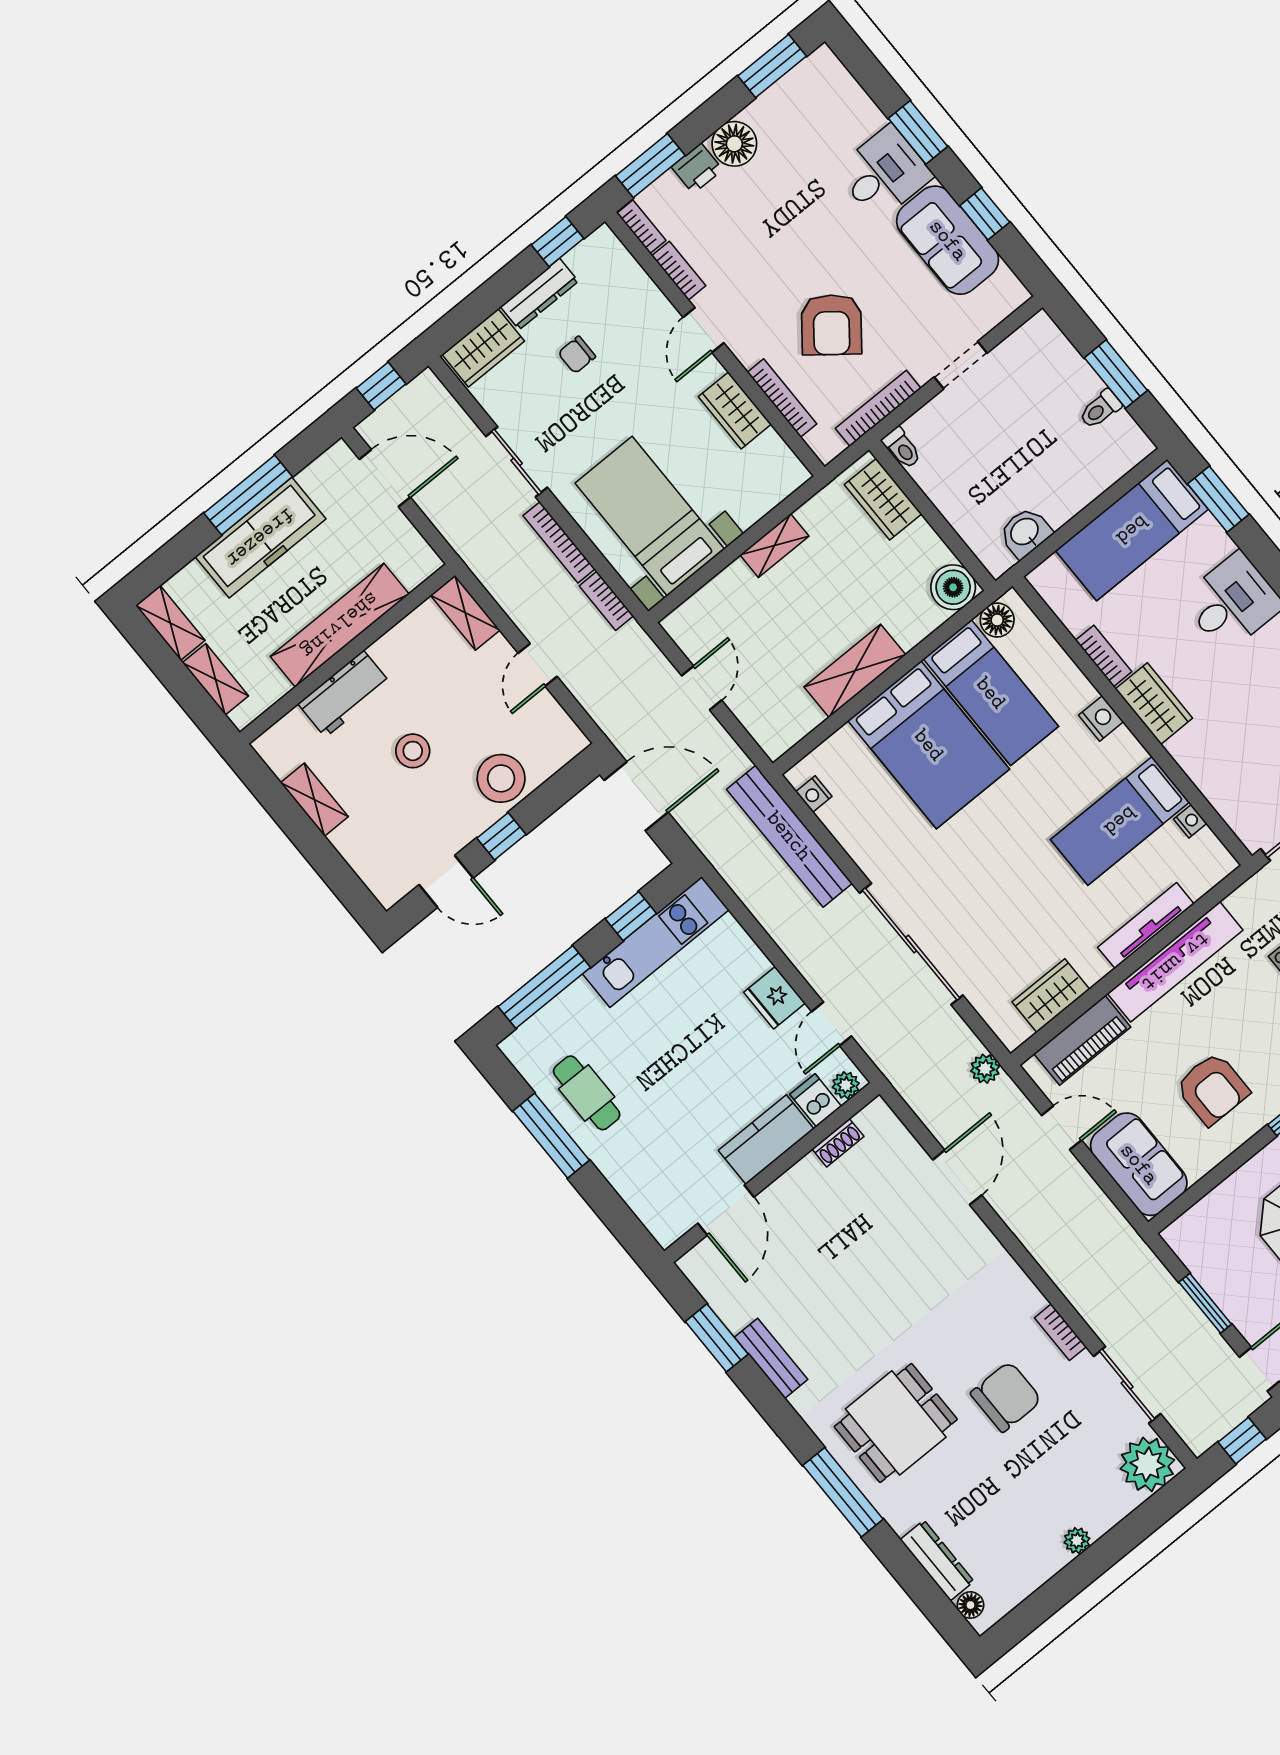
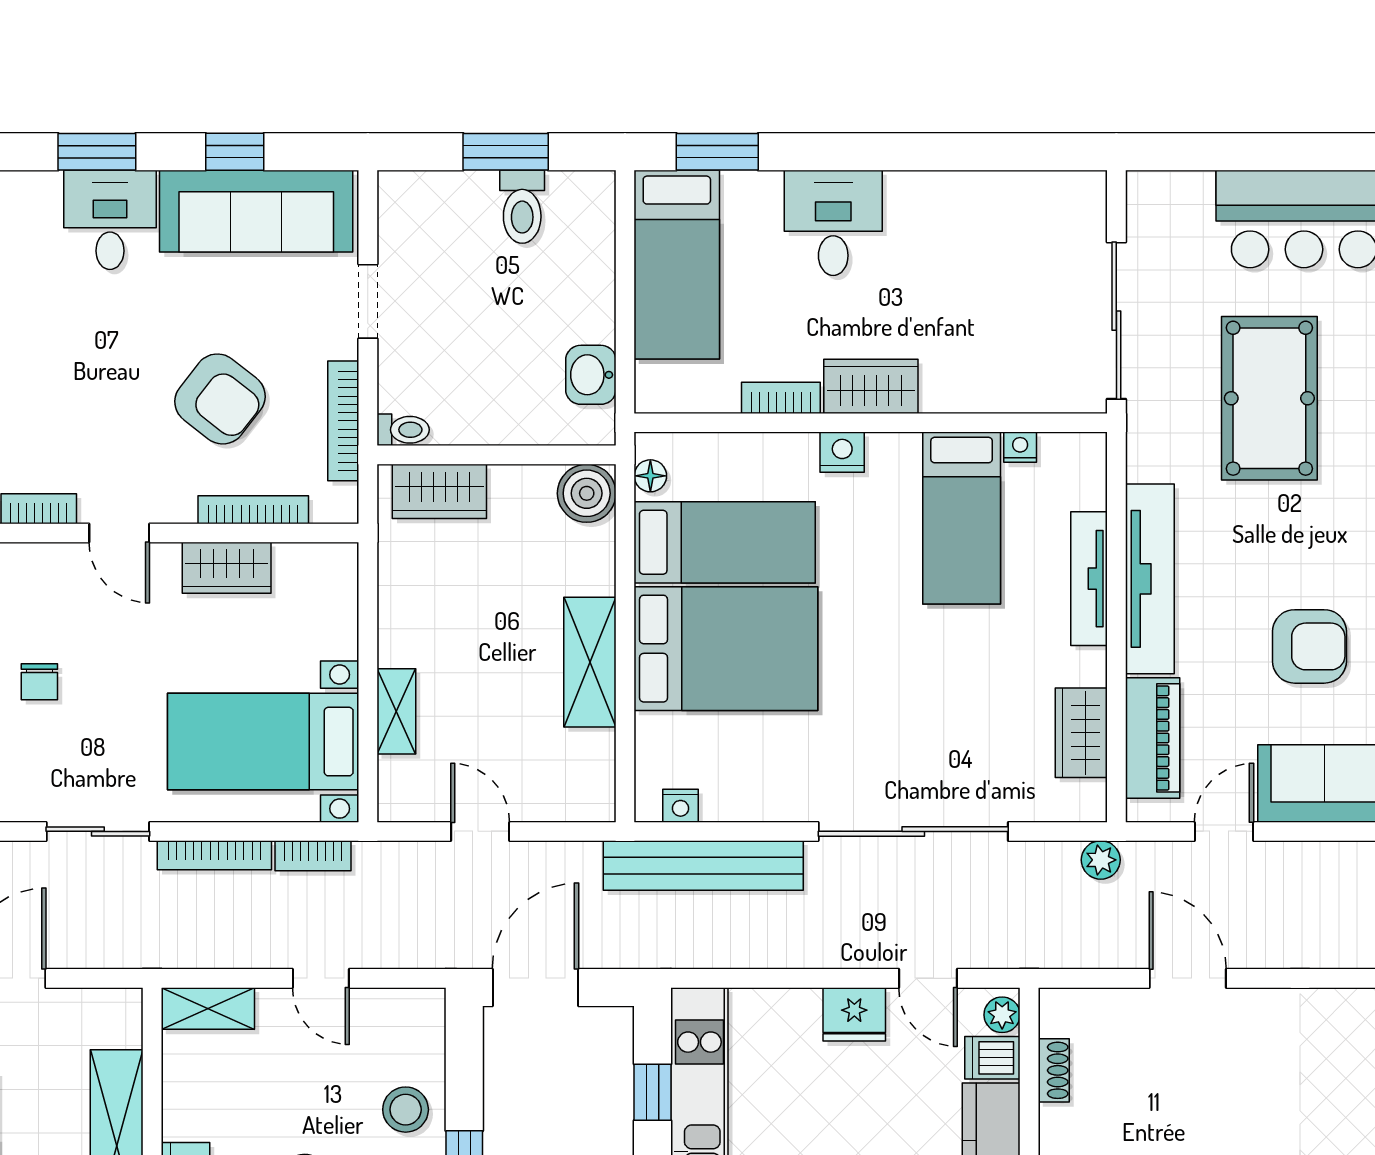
sofa: (948, 240) -> (256, 211), width x1.36
toilet: (1100, 409) -> (522, 207), width x1.37, depth x1.39
shelving: (774, 546) -> (396, 711), moved
floor lamp: (997, 620) -> (650, 476), width x0.73, depth x0.73
stool: (501, 778) -> (406, 1110), width x0.73, depth x0.73

